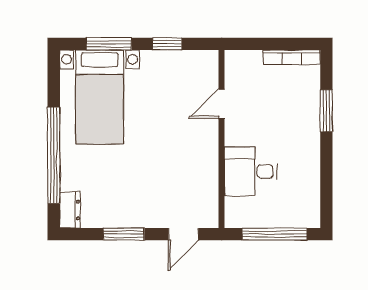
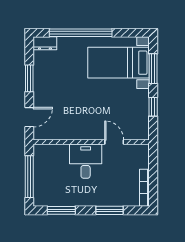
desk: (251, 171) -> (86, 161), moved
window: (326, 185) -> (61, 210), added
door: (183, 234) -> (29, 117), swing flipped

